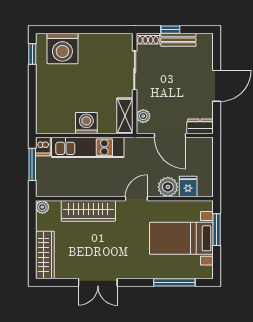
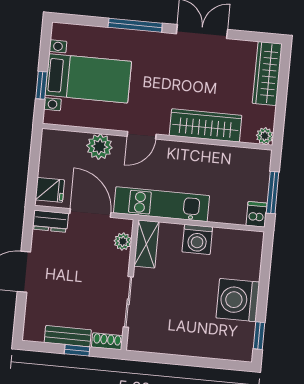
washing machine: (62, 48) -> (238, 300), moved, turned -90
kitchen unit: (88, 147) -> (161, 204), moved
fridge: (188, 187) -> (50, 190), moved, turned -90
window: (217, 230) -> (41, 85), width x0.67
window: (174, 282) -> (135, 25), moved

